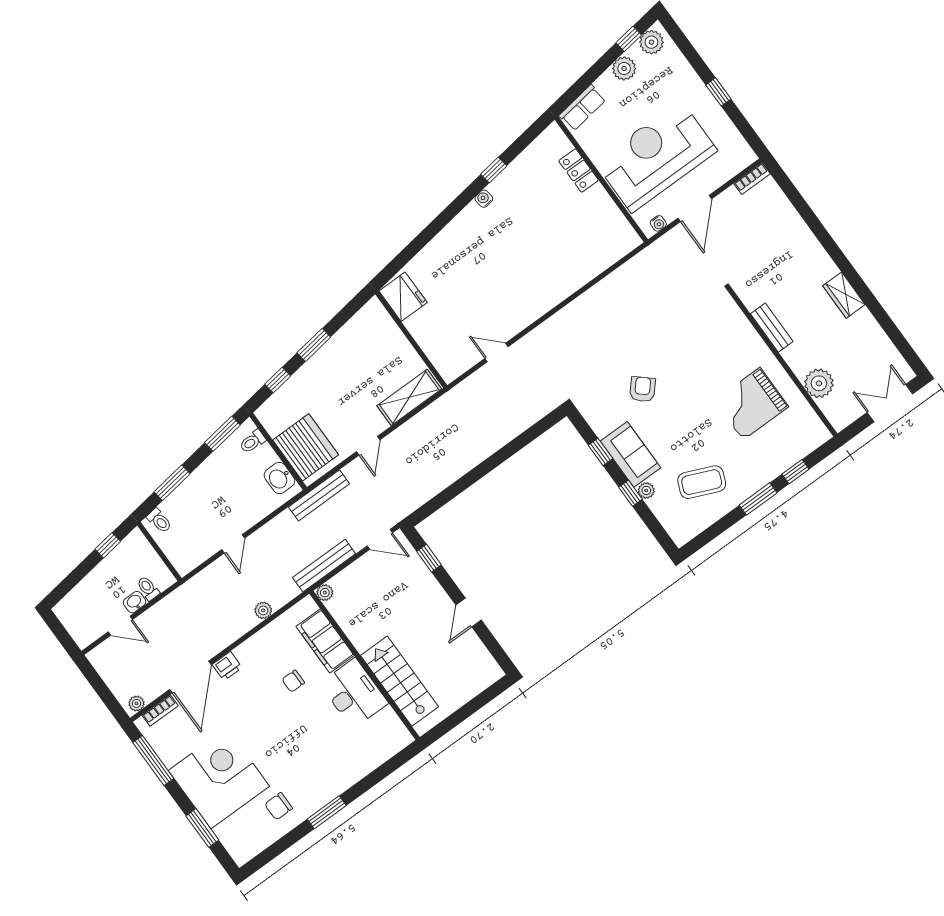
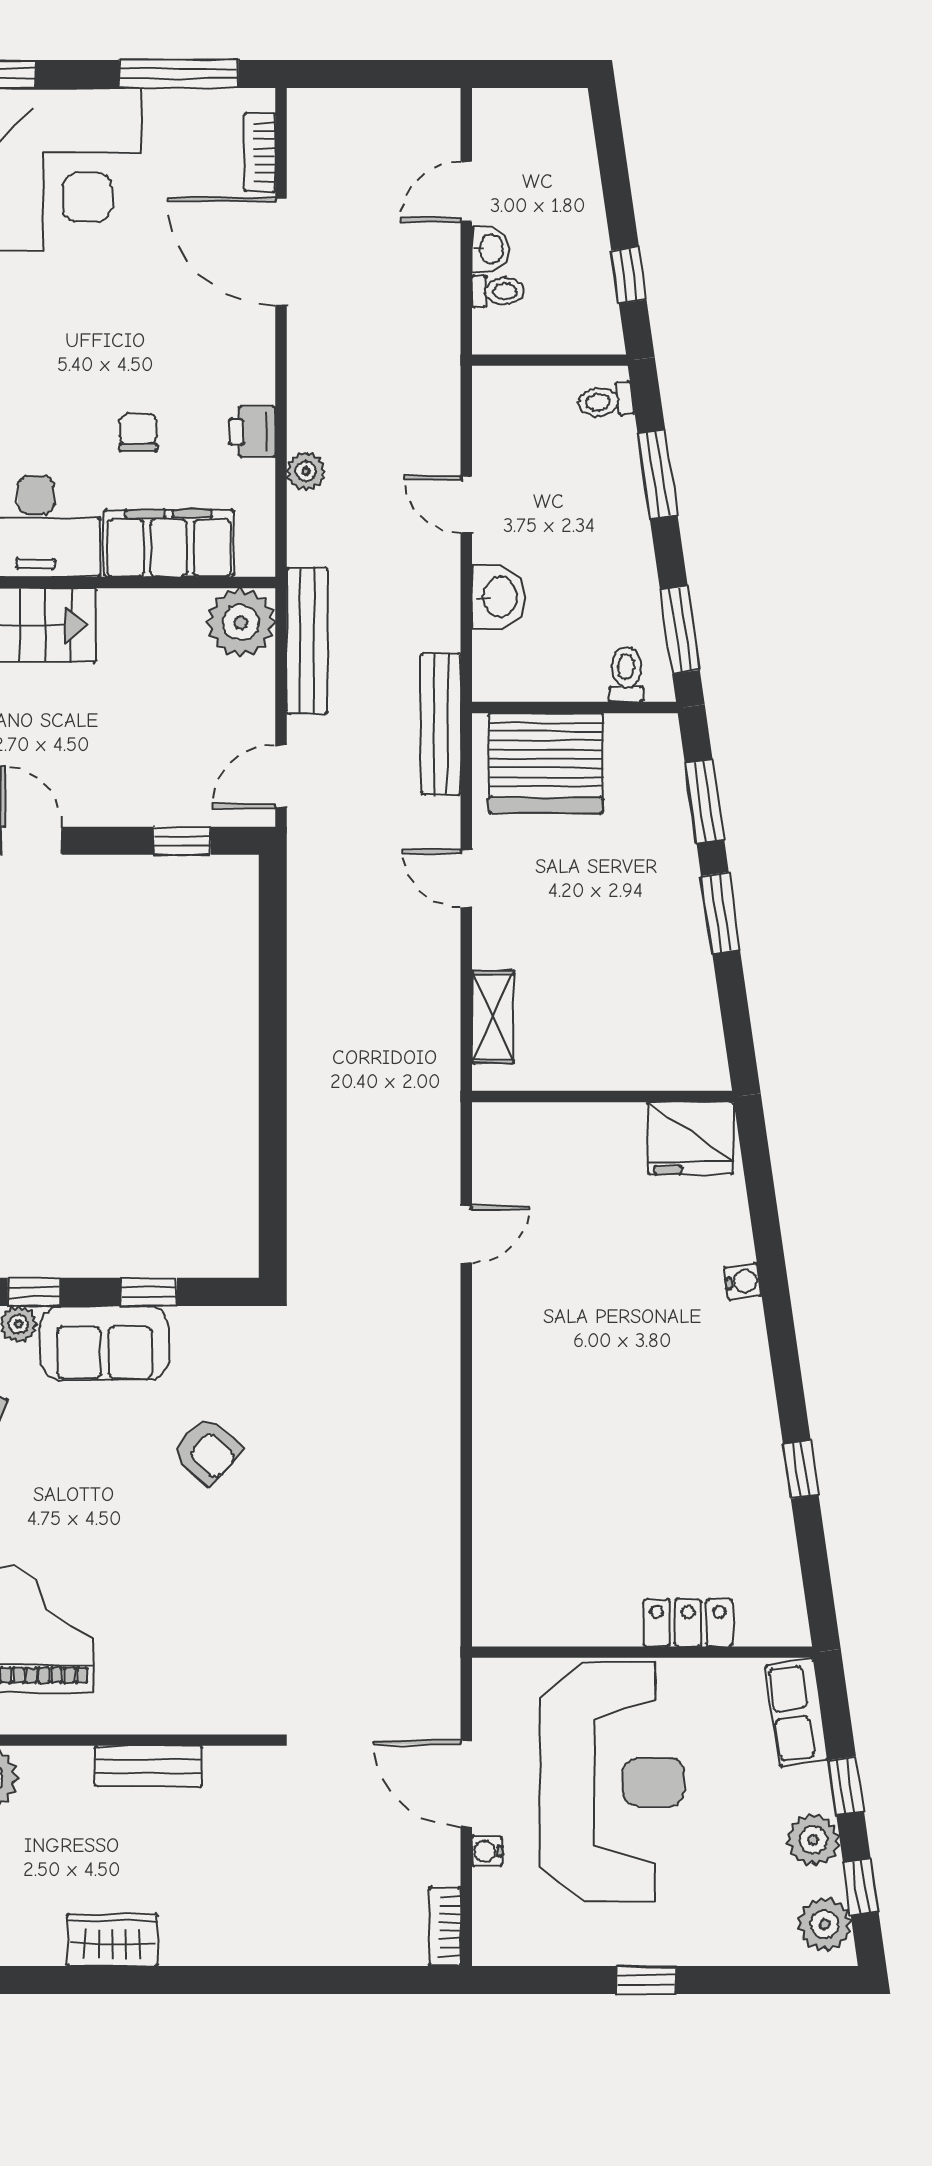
window: (596, 71) -> (846, 1786), added
water cooler: (484, 199) -> (743, 1282), moved
water cooler: (658, 223) -> (487, 1851), moved
window: (278, 380) -> (705, 801), width x1.50
shelving: (409, 397) -> (493, 1017), width x0.67, depth x0.75
washbasin: (279, 478) -> (499, 597), moved, turned 90
plant: (325, 593) -> (241, 623), width x1.88, depth x1.88
printer: (227, 666) -> (252, 432), moved
plant: (136, 703) -> (304, 119), removed

